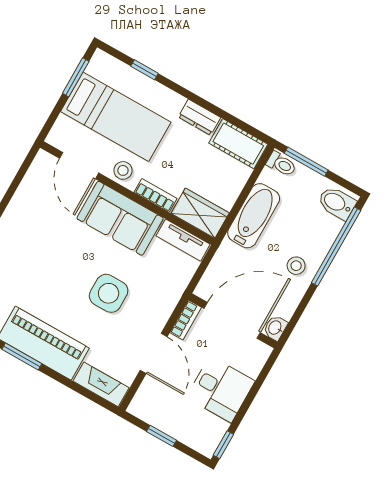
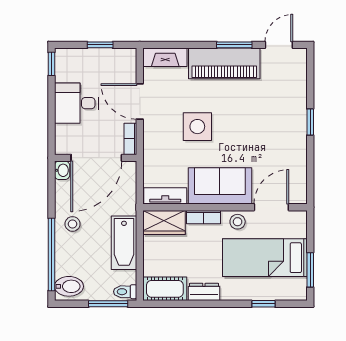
door: (79, 166) -> (271, 207), hinge flipped

